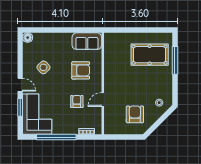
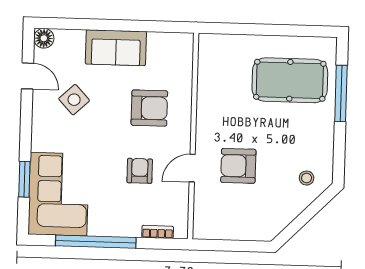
sofa: (87, 41) -> (116, 48), moved
door: (20, 85) -> (27, 76), moved
armchair: (135, 114) -> (238, 166), moved, turned -90

